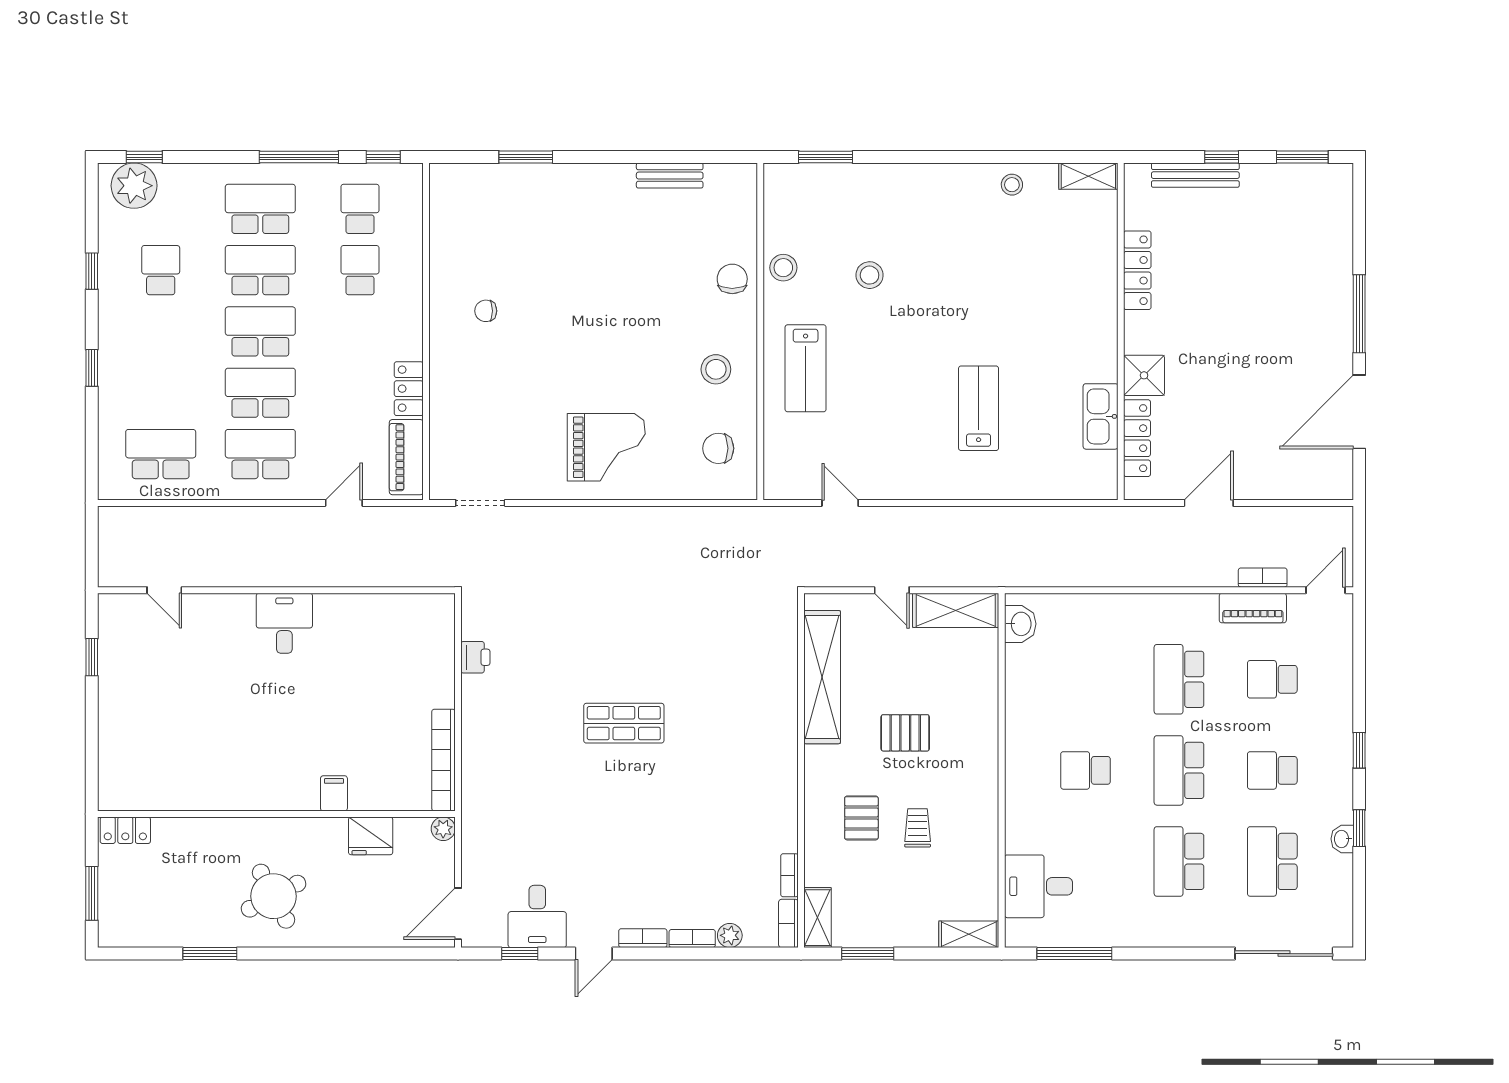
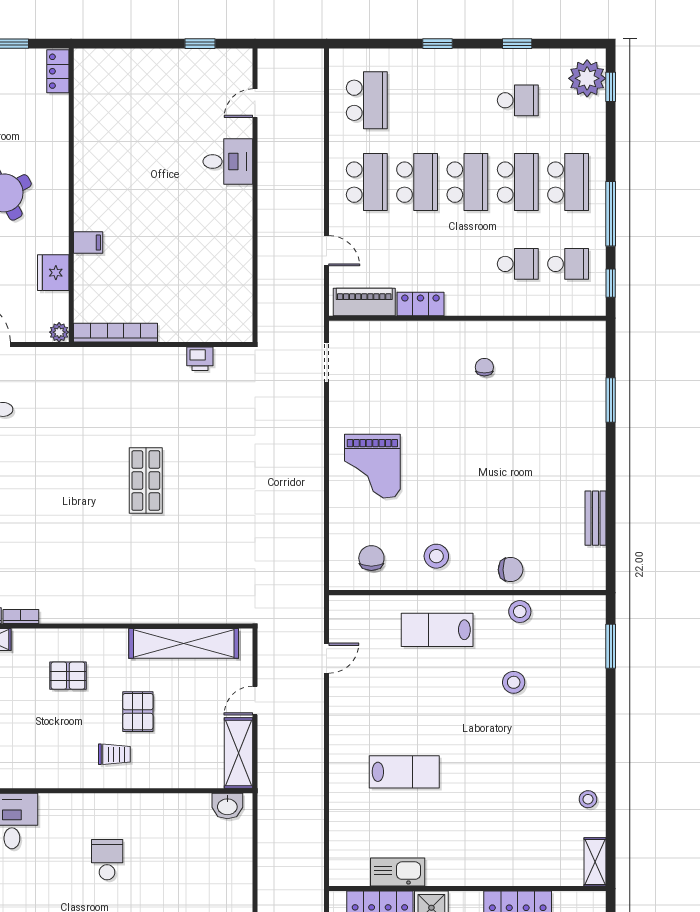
desk: (284, 623) -> (228, 161), moved
trolley: (918, 828) -> (114, 754), moved

